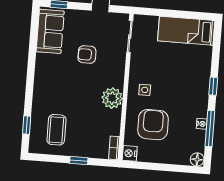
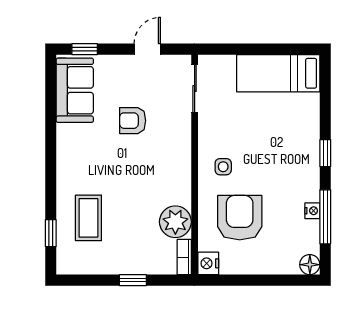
plant: (112, 98) -> (175, 222), moved
coffee table: (56, 130) -> (88, 218), moved

